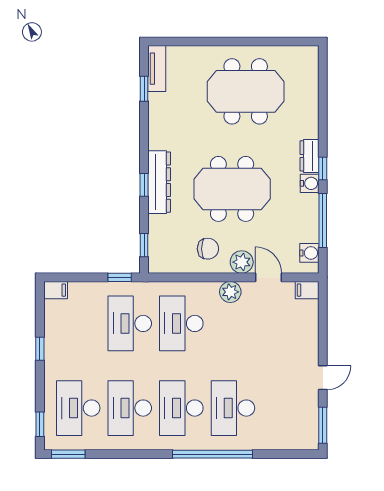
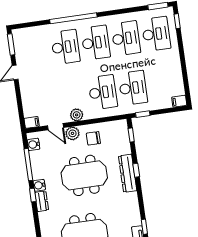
window: (40, 349) -> (184, 65), removed

